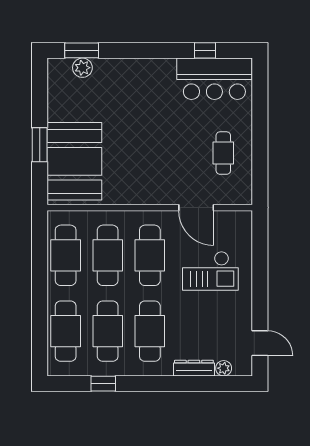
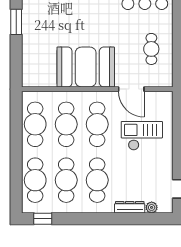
window: (40, 145) -> (16, 22), moved
booth: (74, 161) -> (86, 67), moved, turned 90
checkout: (210, 271) -> (142, 136), turned 180
window: (103, 384) -> (43, 219), moved

